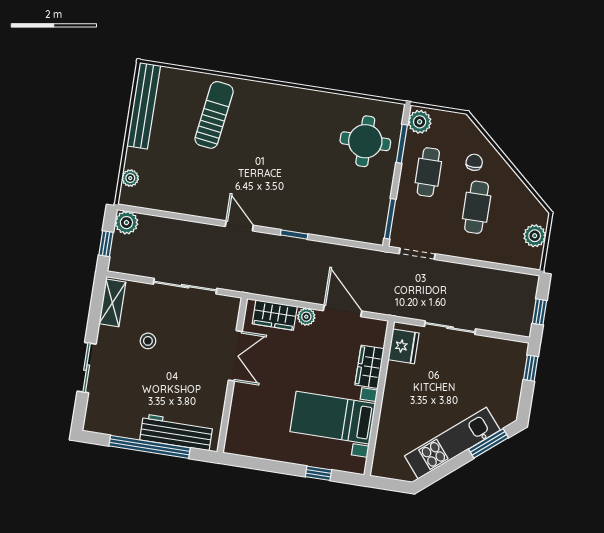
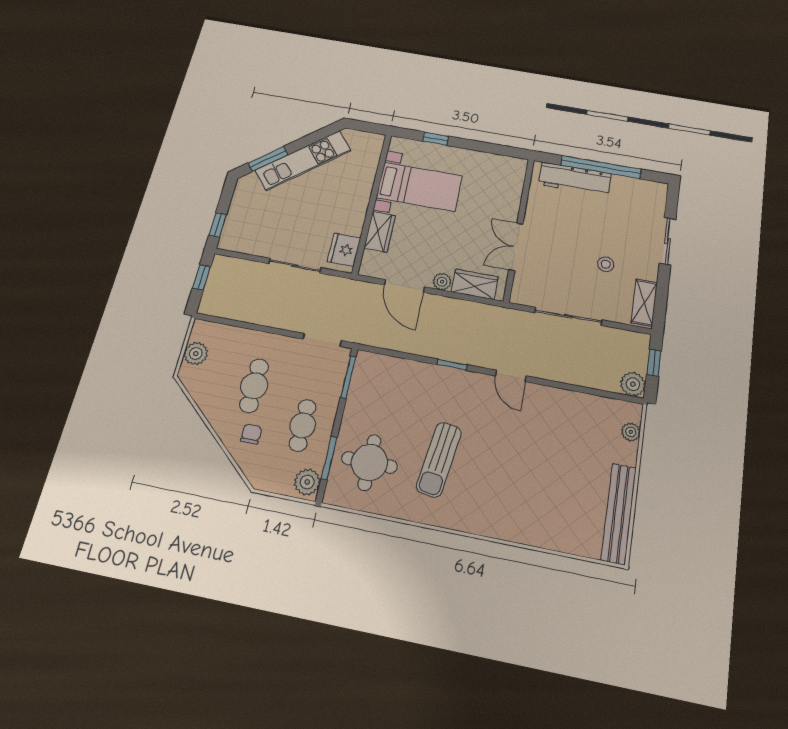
sun lounger: (214, 115) -> (439, 459), moved
chair: (474, 162) -> (251, 434), turned 180

